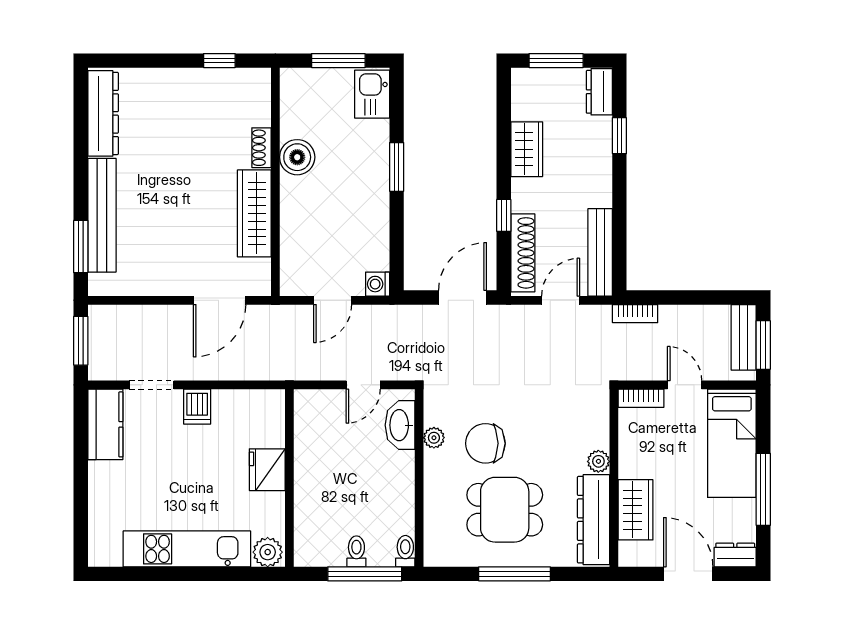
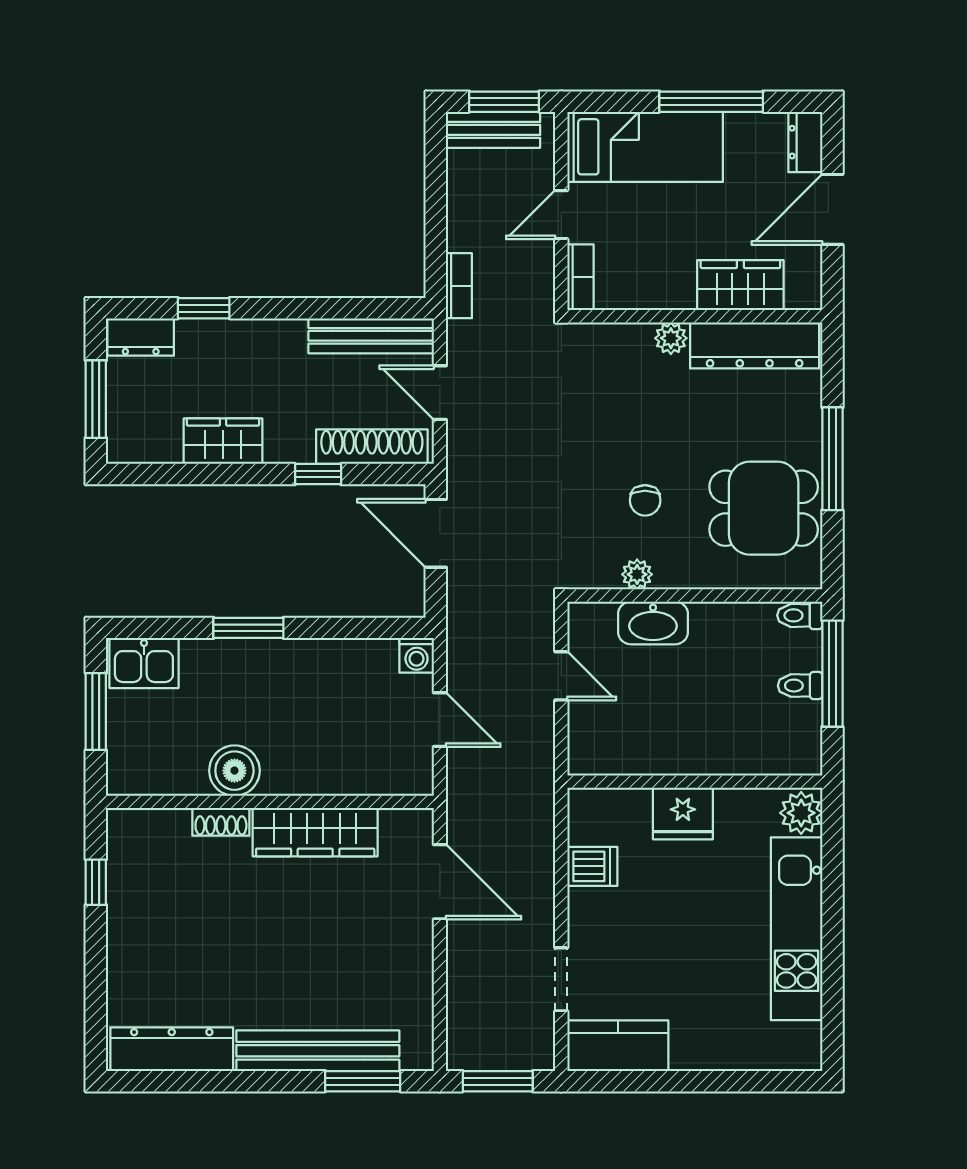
dishwasher: (197, 407) -> (592, 866), moved
washbasin: (400, 425) -> (653, 623), moved
chair: (485, 443) -> (645, 500), width x0.54, depth x0.54
dining table: (505, 510) -> (764, 508), moved, turned 90

